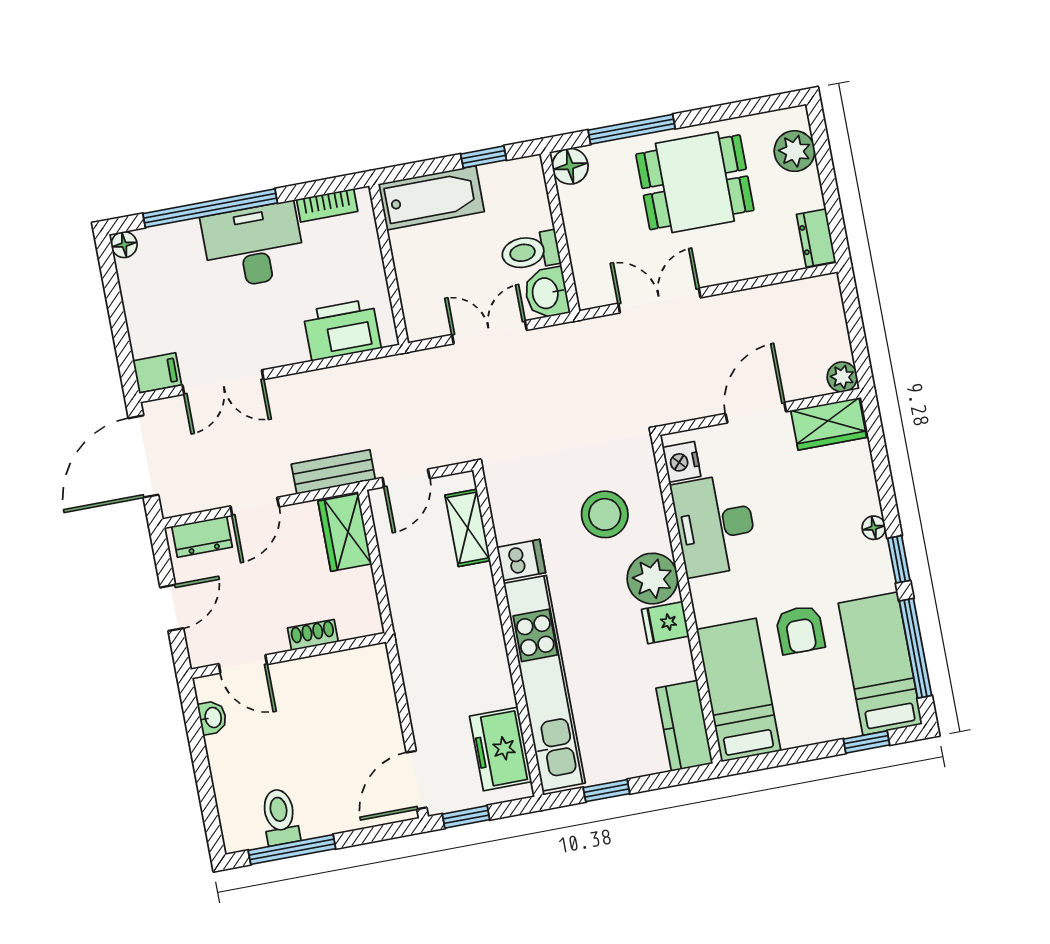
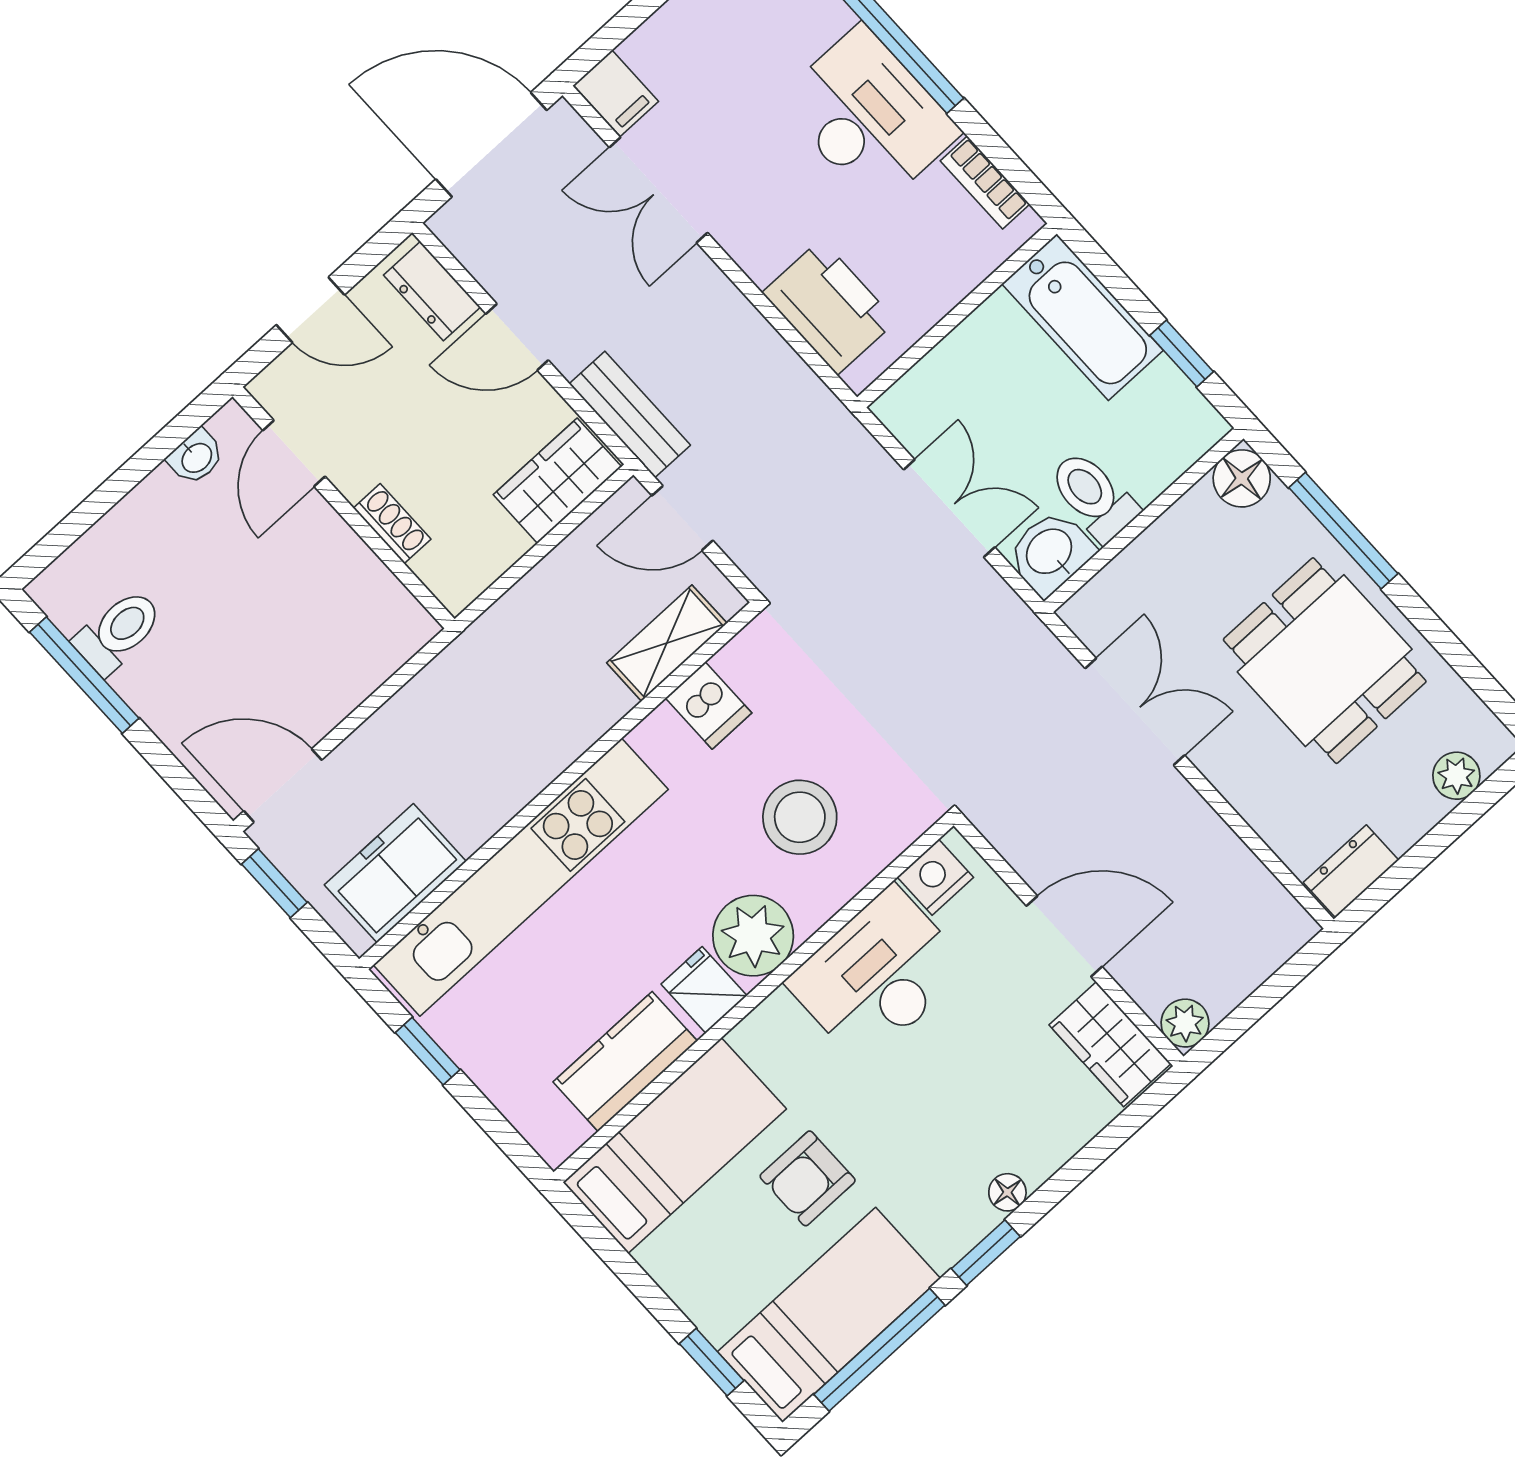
plant: (795, 151) -> (1456, 776), width x0.73, depth x0.73
dishwasher: (521, 560) -> (709, 706), moved
kitchen counter: (684, 726) -> (625, 1061), moved

